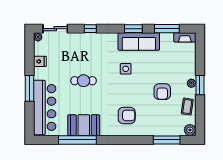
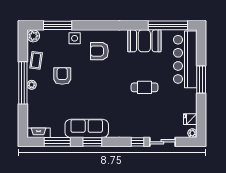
sliding door: (55, 29) -> (162, 142), moved
fridge: (40, 61) -> (190, 119), moved
side table: (126, 69) -> (75, 38), moved
window: (200, 85) -> (23, 83), width x2.11
window: (77, 140) -> (168, 25), moved

